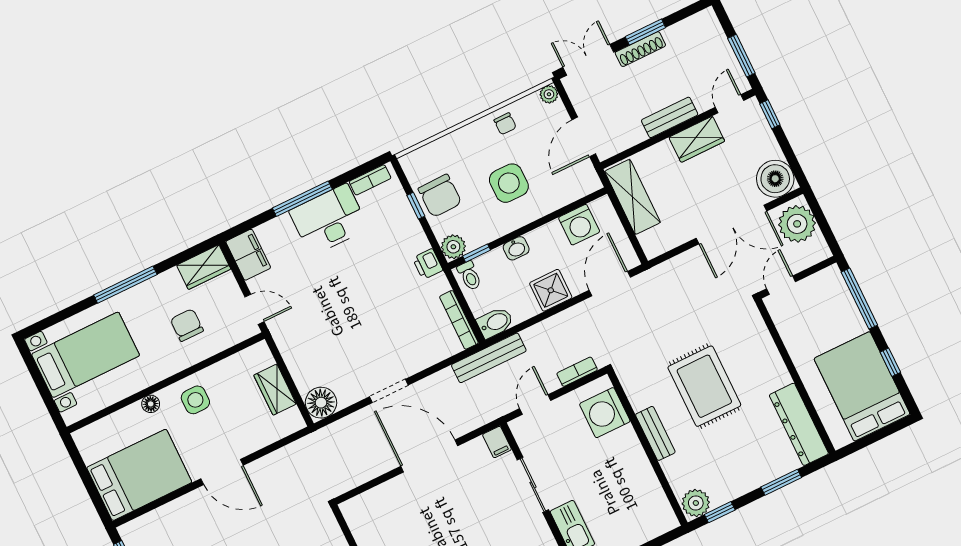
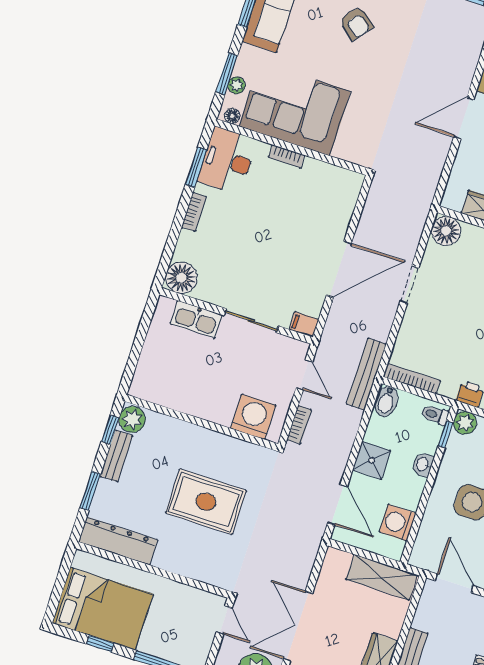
bench: (655, 433) -> (116, 456), moved, turned 90

